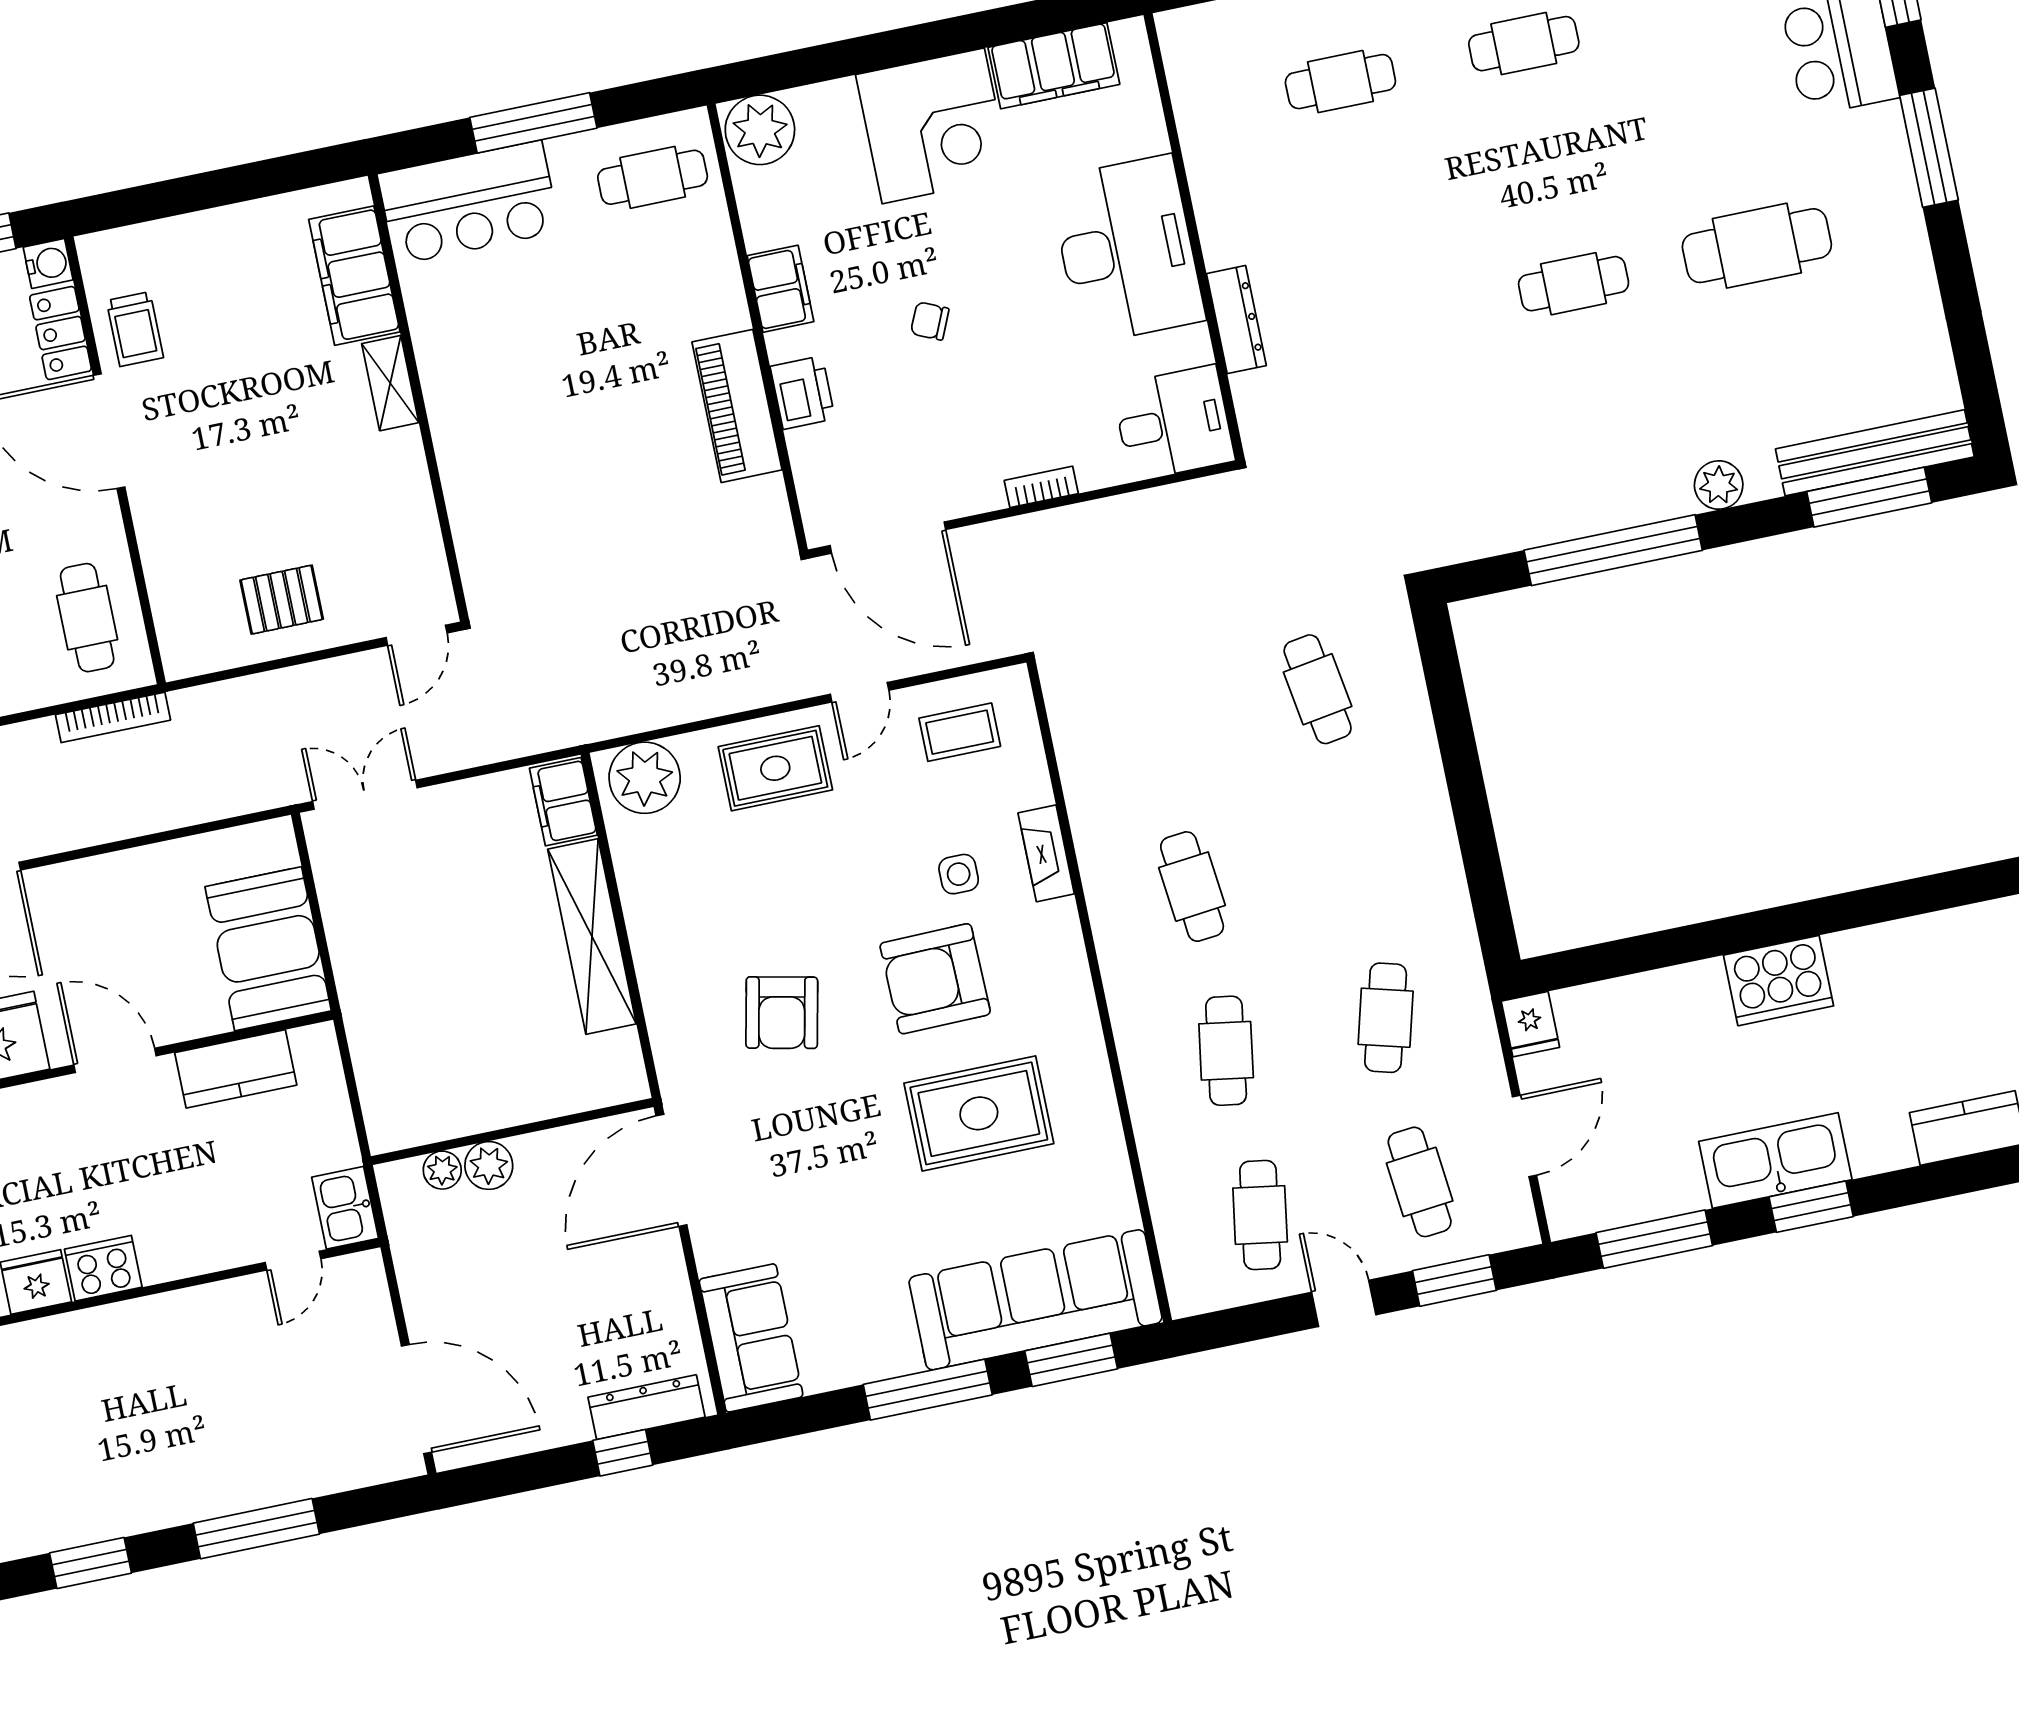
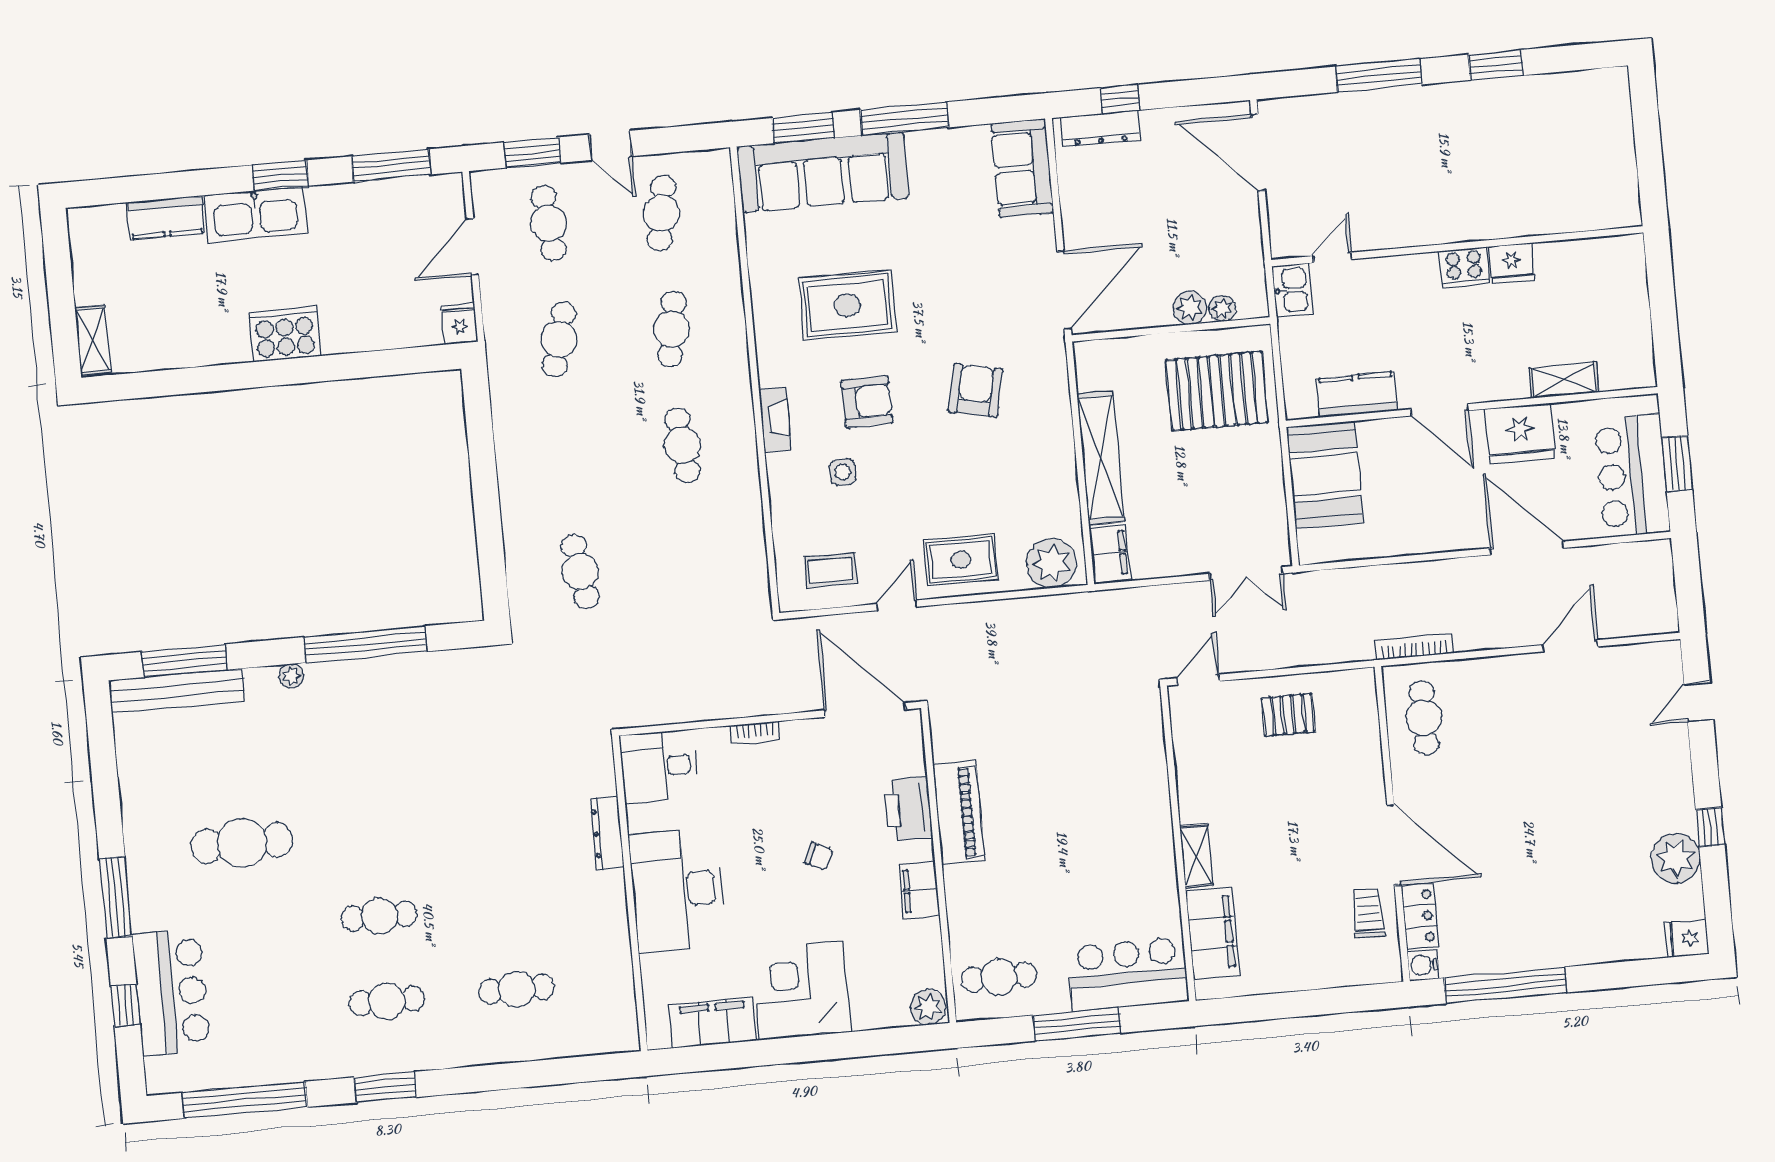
plant: (760, 130) -> (928, 1007), width x0.73, depth x0.73
cafe table: (1574, 284) -> (379, 916), moved
printer: (803, 393) -> (908, 809), width x1.37, depth x1.19
plant: (1719, 485) -> (291, 676), width x0.73, depth x0.73
fireplace: (1046, 853) -> (775, 419), moved
armchair: (935, 979) -> (867, 402), width x0.73, depth x0.73
pallet: (437, 1051) -> (1217, 391), added
kitchen sink: (1775, 1161) -> (256, 214), moved

